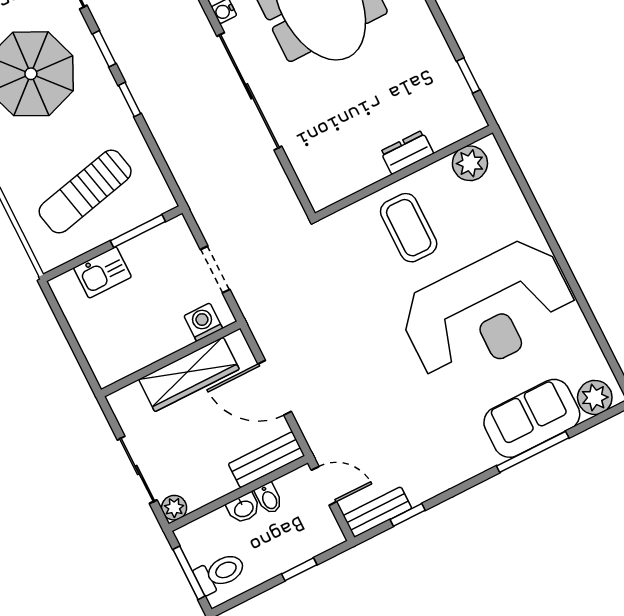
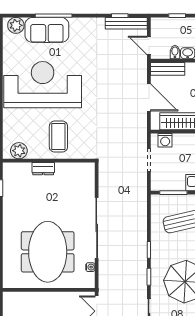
bench: (377, 512) -> (126, 23), width x1.36

